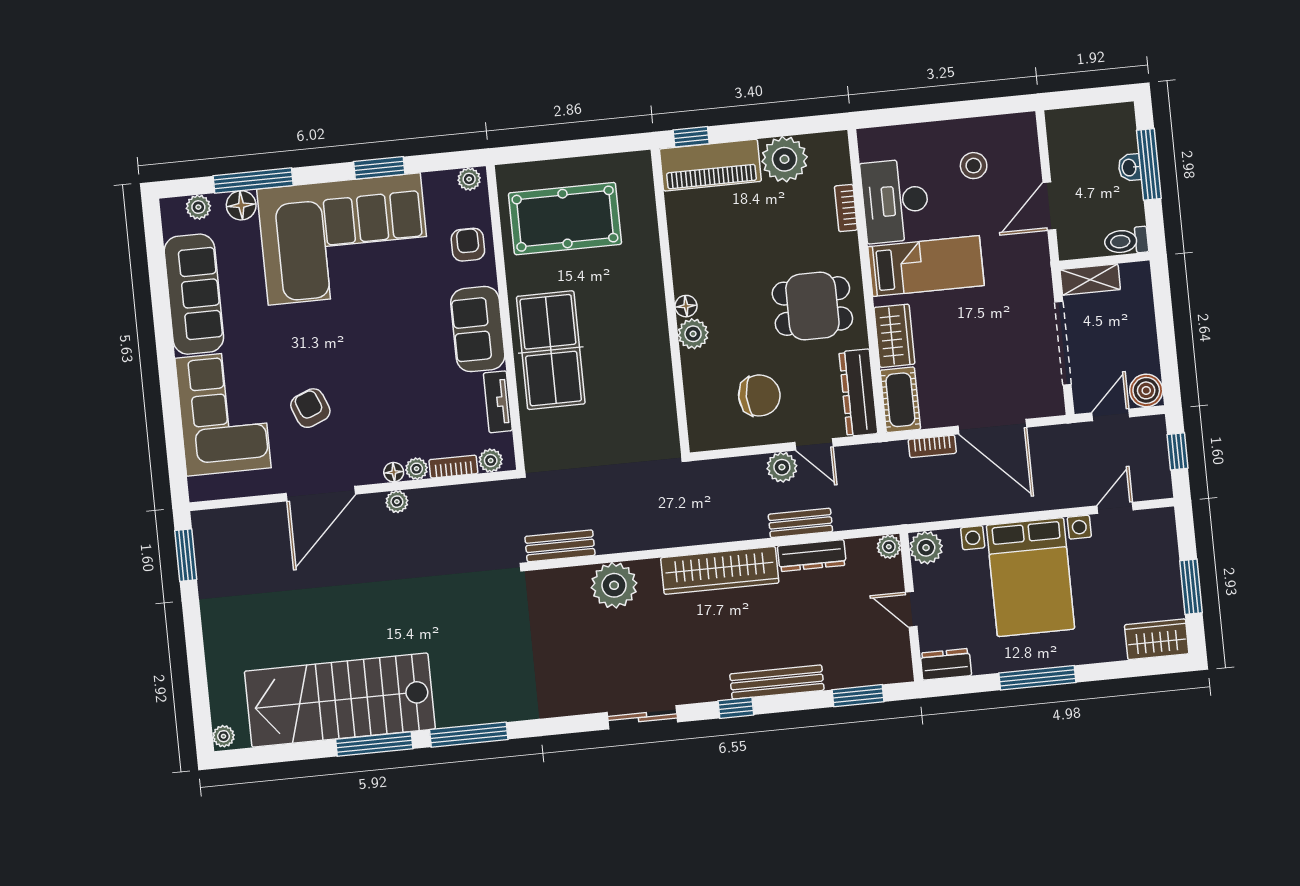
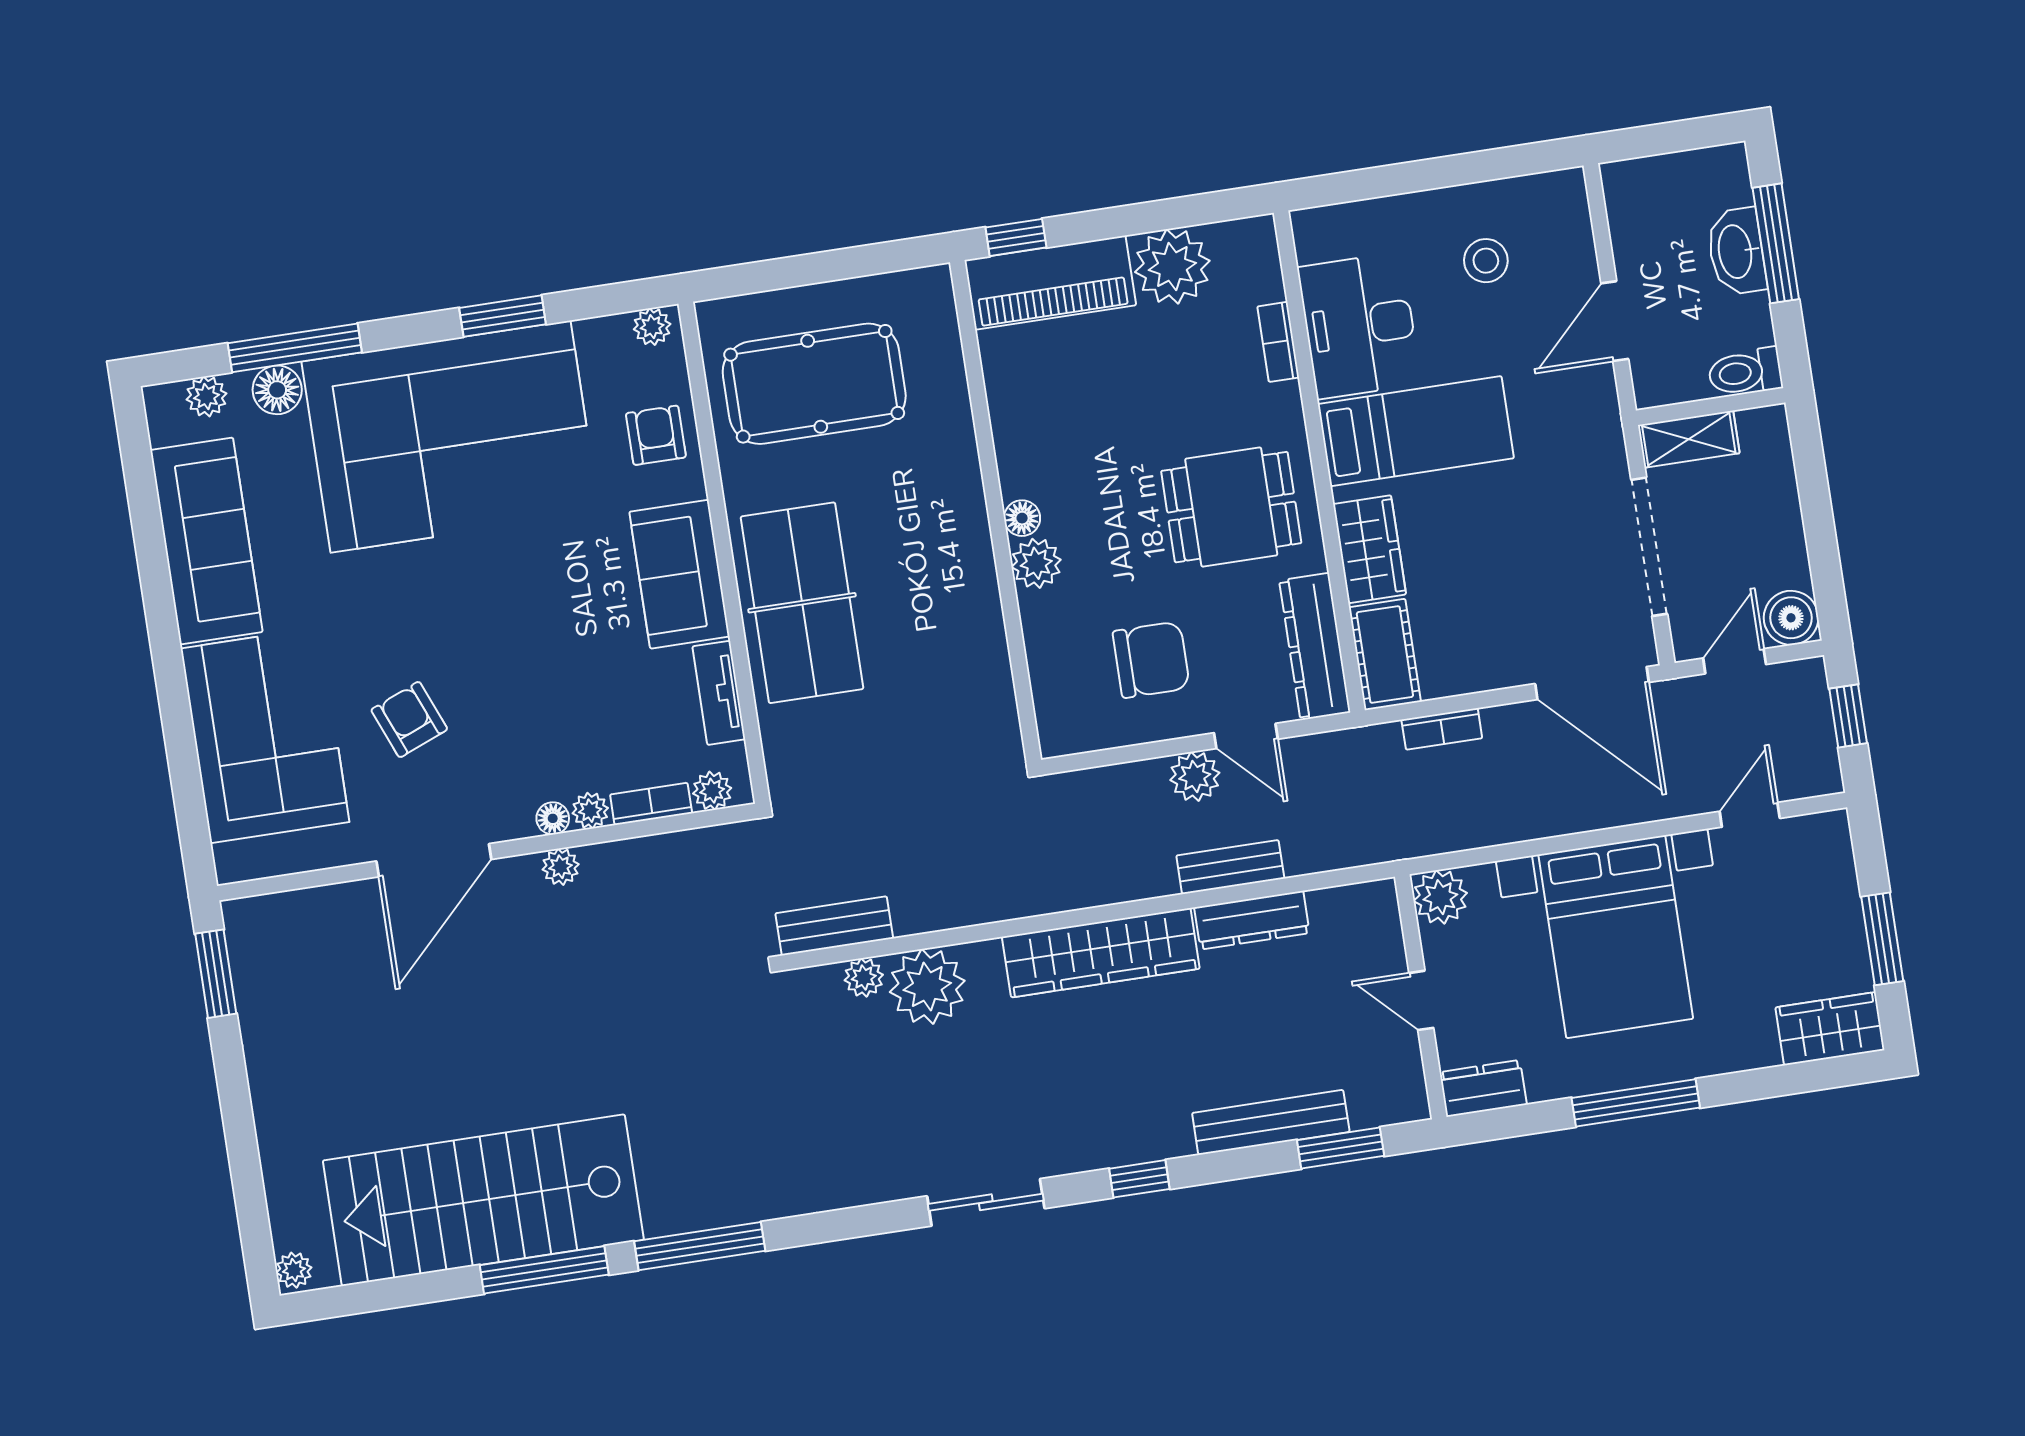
washbasin: (1130, 167) -> (1736, 251), width x1.91, depth x1.45
door: (992, 427) -> (1592, 683), moved
plant: (889, 547) -> (864, 977), moved
bench: (777, 682) -> (1271, 1122), moved

